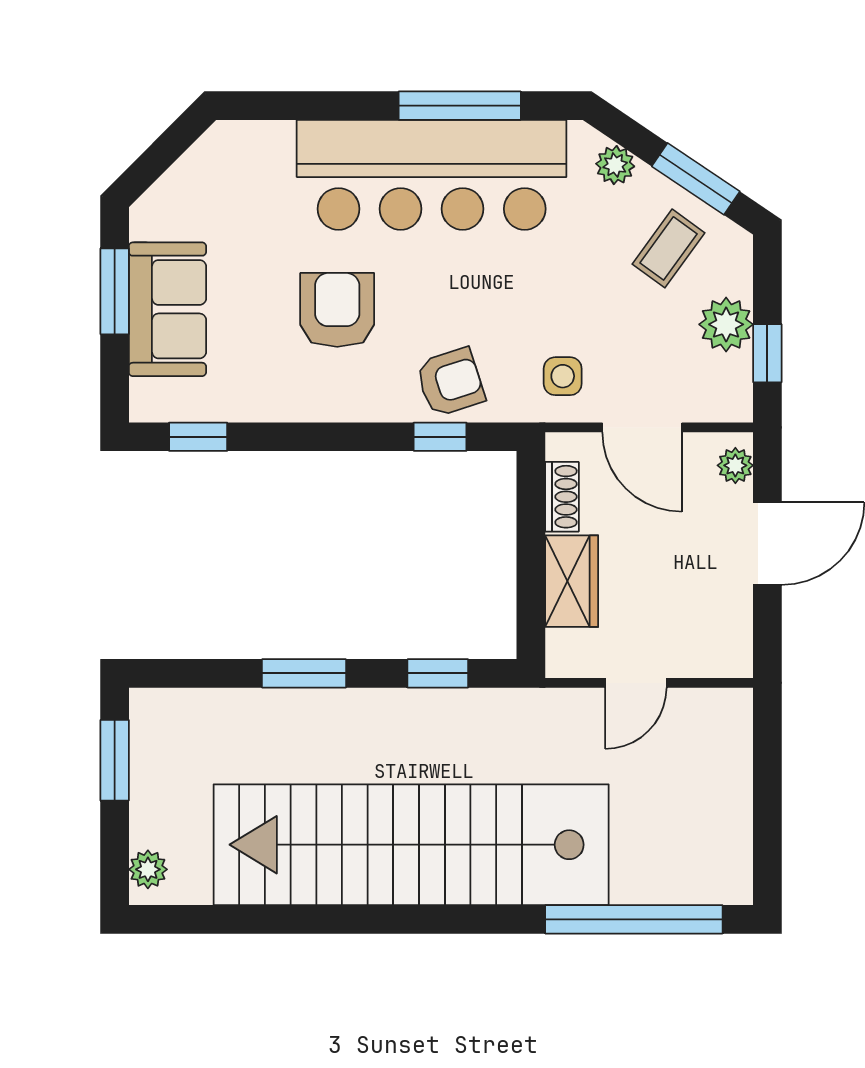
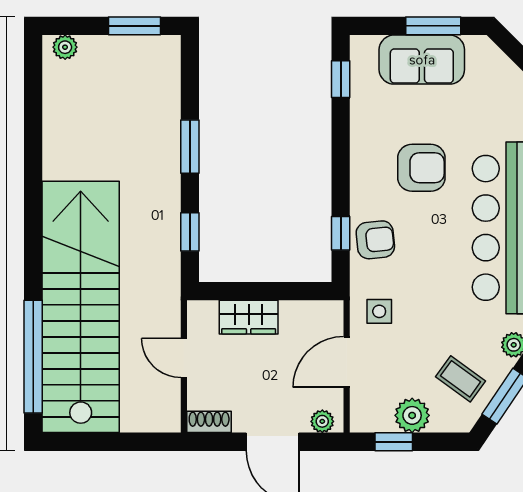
armchair: (450, 382) -> (375, 240), turned -78
shoe rack: (562, 497) -> (209, 422), moved, turned 180
stairs: (411, 845) -> (81, 307), moved

